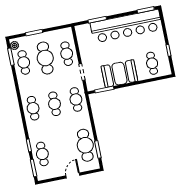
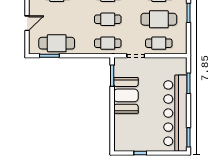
cafe table: (152, 63) -> (130, 133), removed
door: (73, 175) -> (27, 23), hinge flipped

